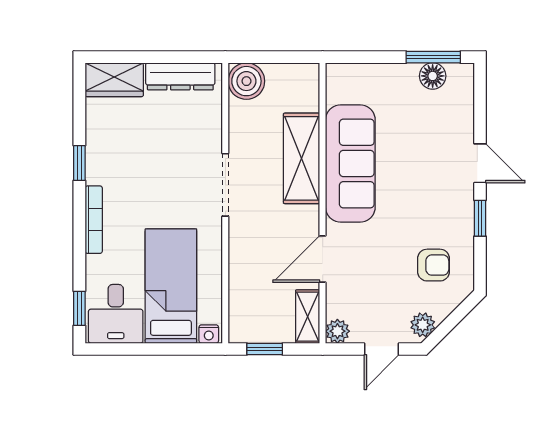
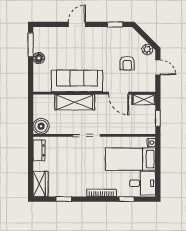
dresser: (180, 76) -> (39, 150), width x0.70
floor lamp: (433, 76) -> (39, 58), moved
window: (79, 163) -> (64, 199), moved
window: (480, 218) -> (115, 24), moved
armchair: (434, 265) -> (127, 63), moved, turned 180
window: (79, 308) -> (127, 199), moved
plant: (337, 331) -> (150, 87), removed

